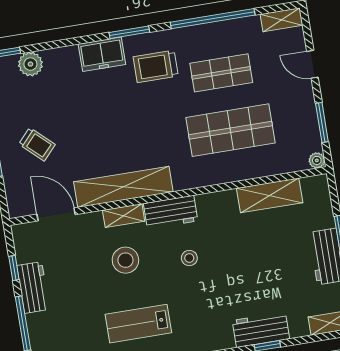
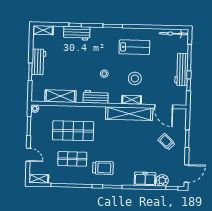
freezer: (102, 54) -> (145, 179), moved
workbench: (171, 212) -> (96, 97), moved
workbench: (33, 288) -> (181, 69), width x1.37

